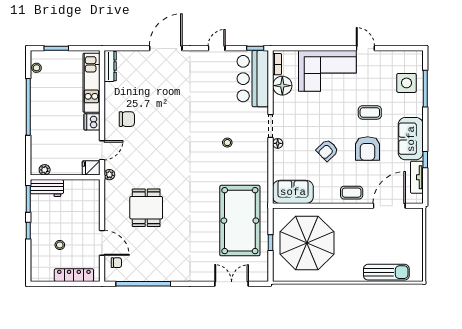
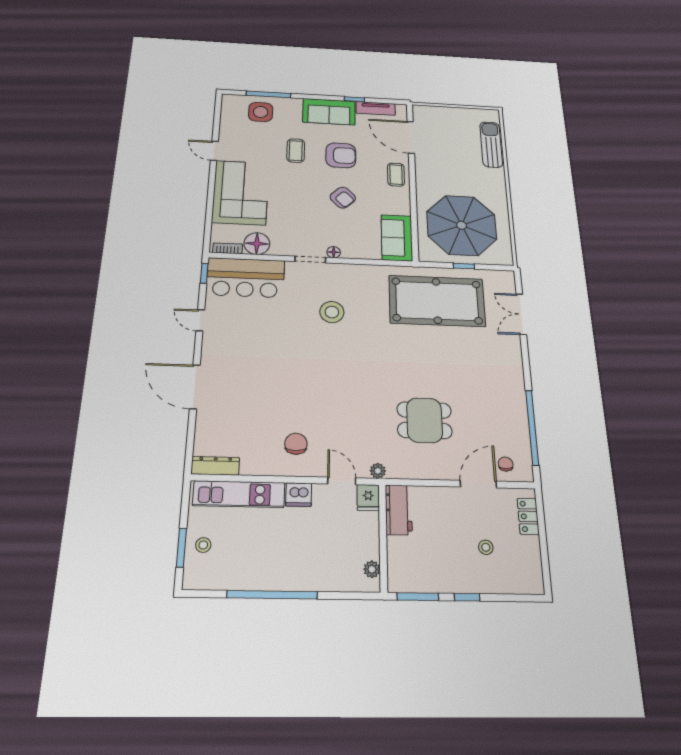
door: (365, 48) -> (214, 151), hinge flipped
stool: (36, 68) -> (203, 545), moved
stool: (227, 143) -> (332, 312), width x1.89, depth x1.89
workbench: (47, 188) -> (399, 510), moved
locker: (74, 275) -> (528, 516), width x0.66

